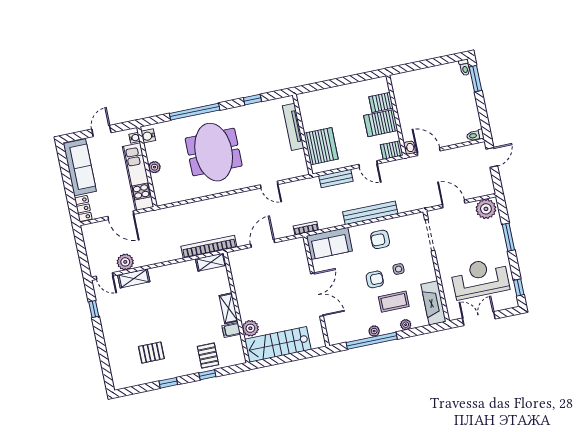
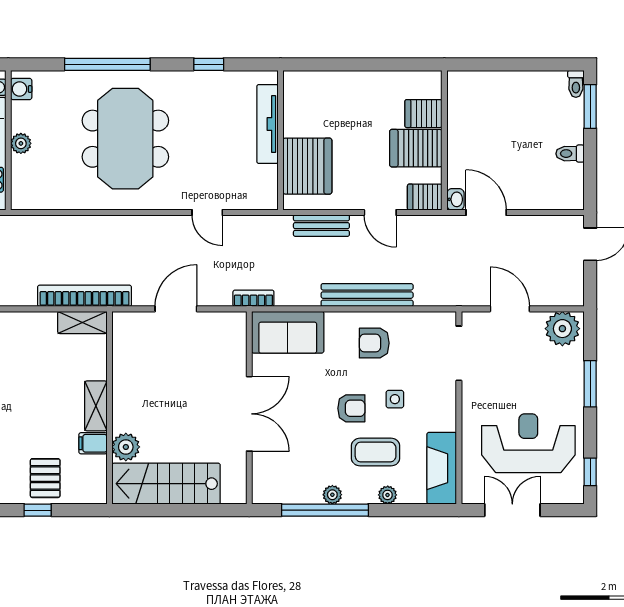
toilet: (475, 135) -> (570, 154), moved

